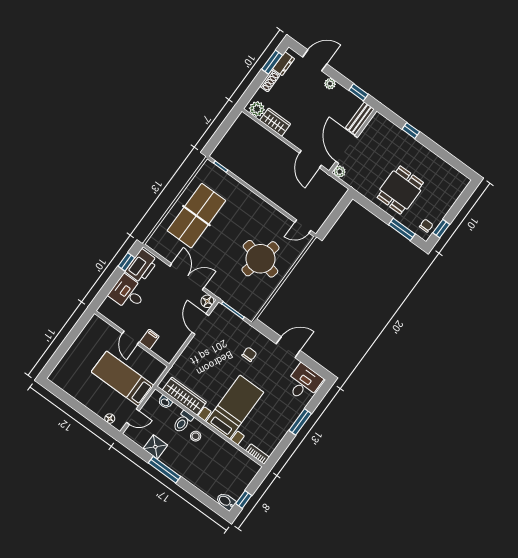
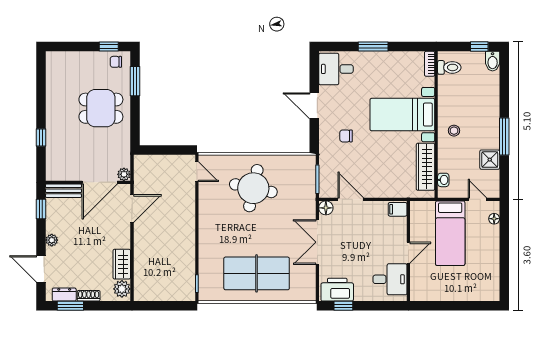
desk: (128, 293) -> (390, 279), moved, turned -90
door: (200, 324) -> (351, 199), swing flipped
filing cabinet: (149, 339) -> (398, 209), moved
toilet: (183, 422) -> (449, 67), moved

